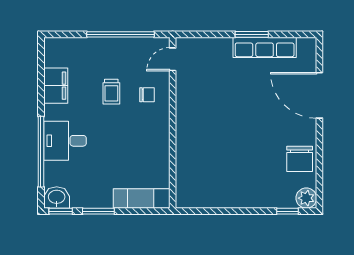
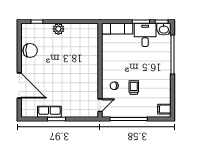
row of seats: (265, 47) -> (49, 112), width x0.68
filing cabinet: (56, 86) -> (164, 109), moved, width x0.50
desk: (65, 141) -> (145, 35), moved, turned -90
chair: (300, 159) -> (30, 50), turned 90
plant: (306, 198) -> (58, 29), moved

